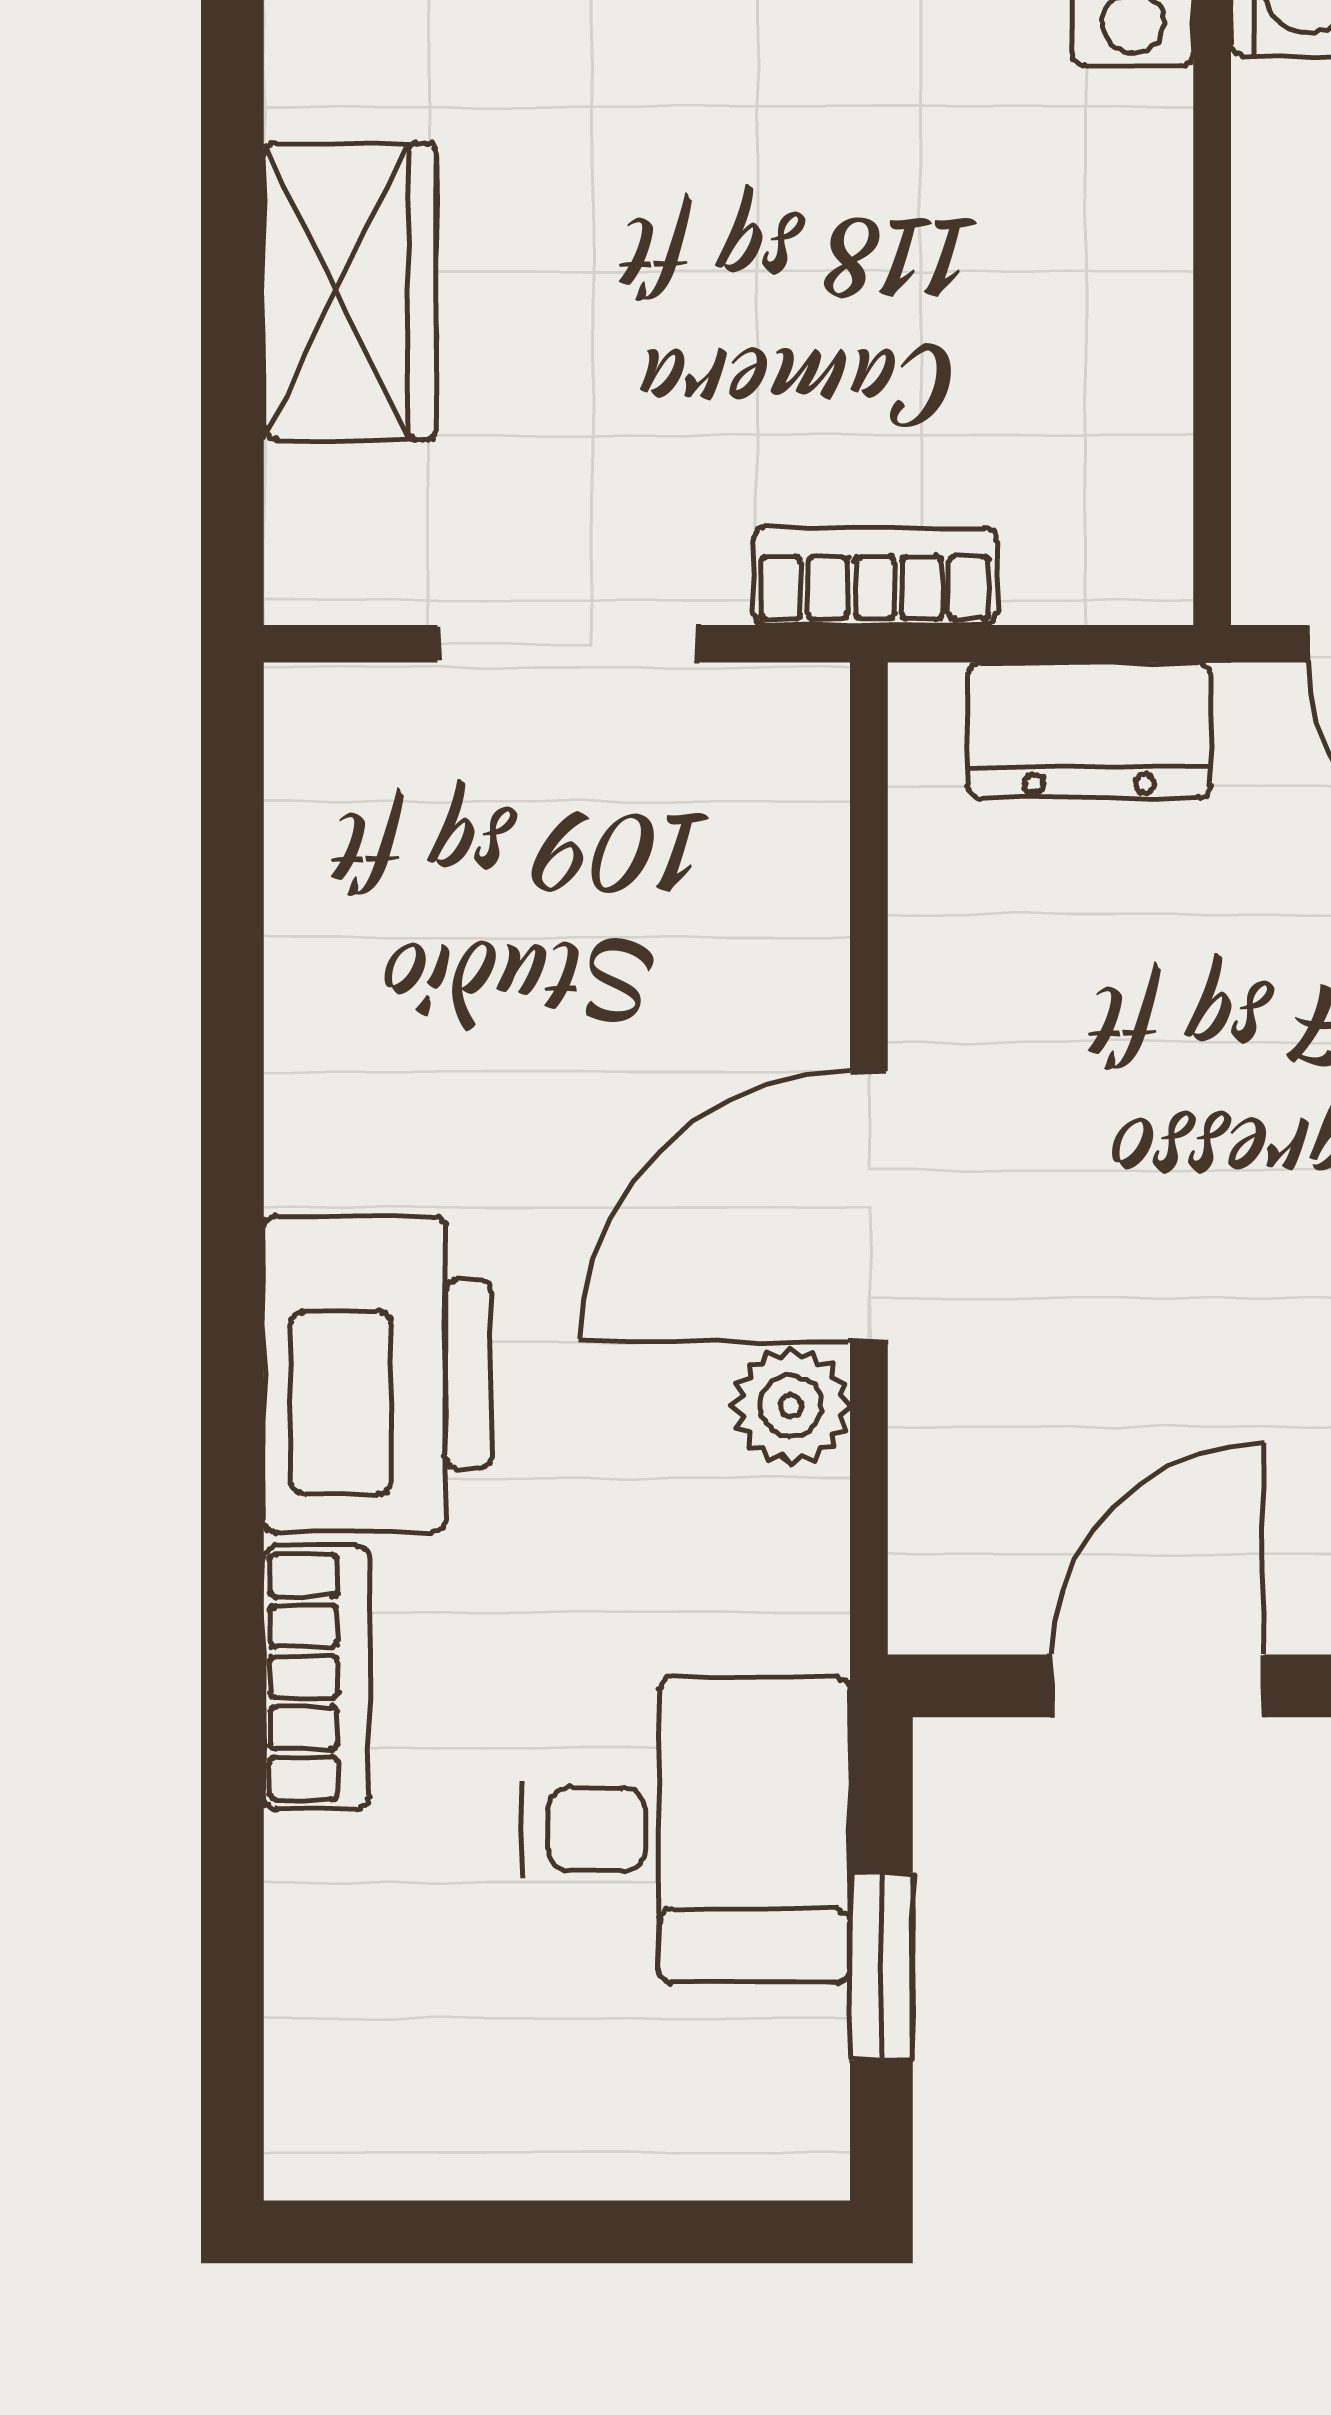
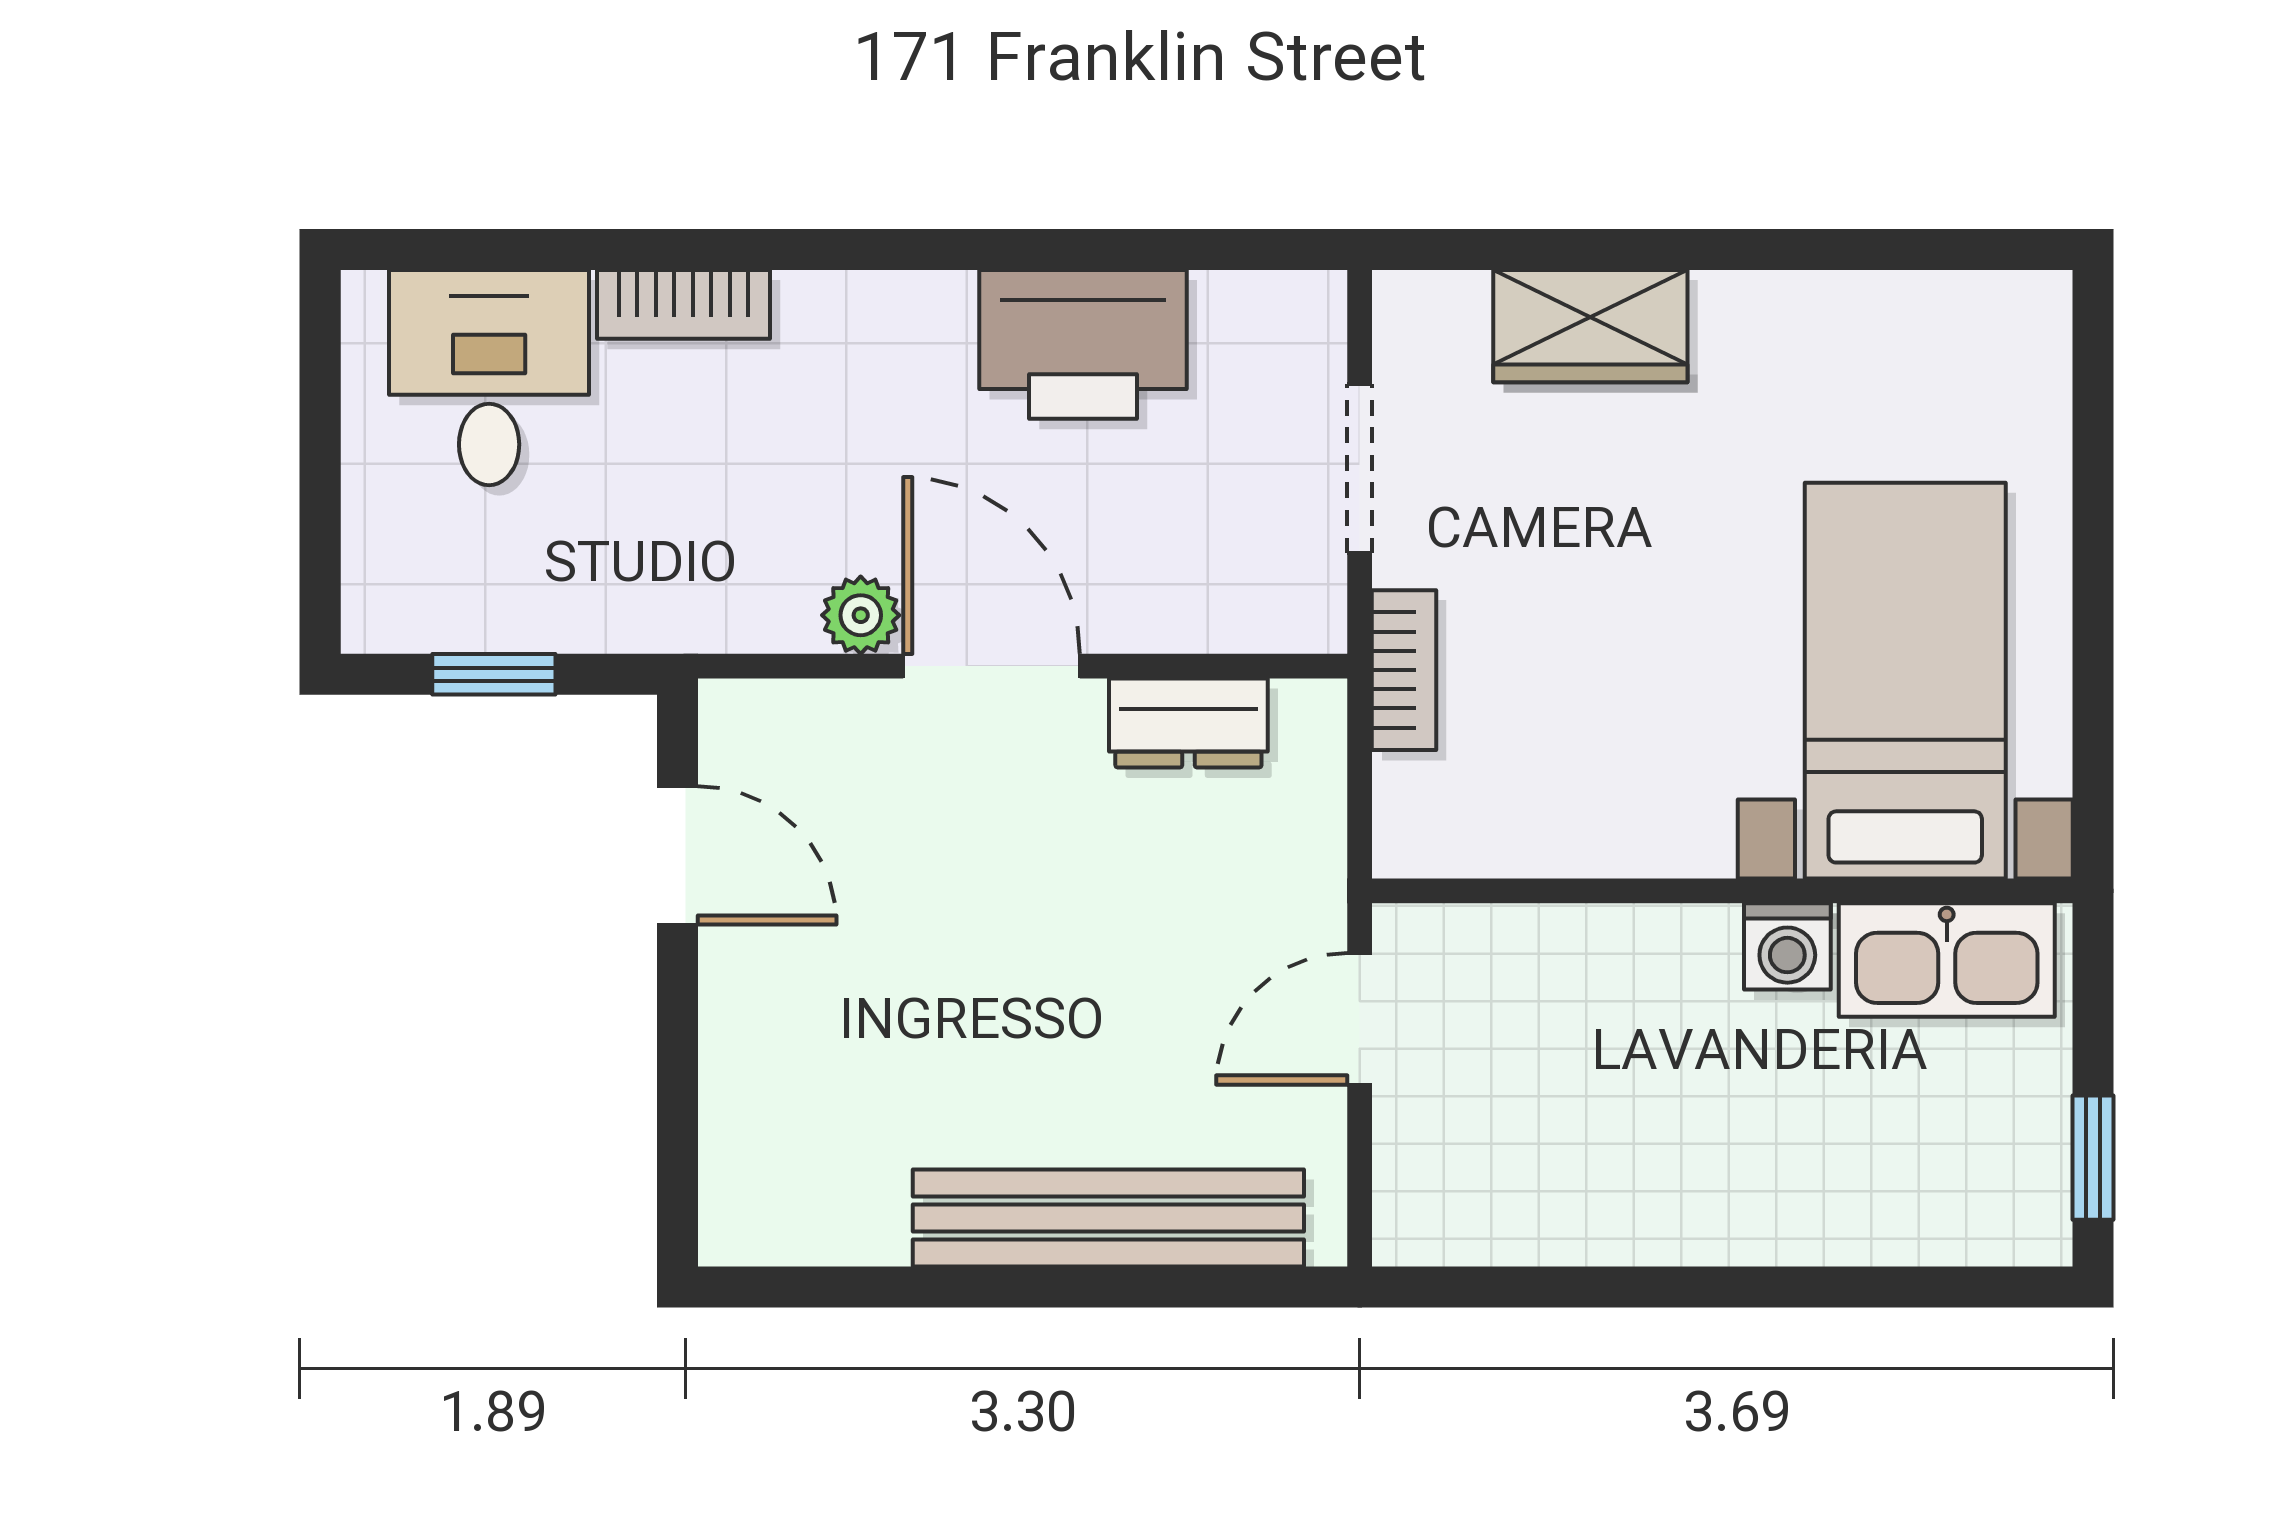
dresser: (1089, 731) -> (1188, 723), moved, turned -90
printer: (377, 1374) -> (1083, 344), moved
desk: (686, 1830) -> (489, 378), moved, turned 180

